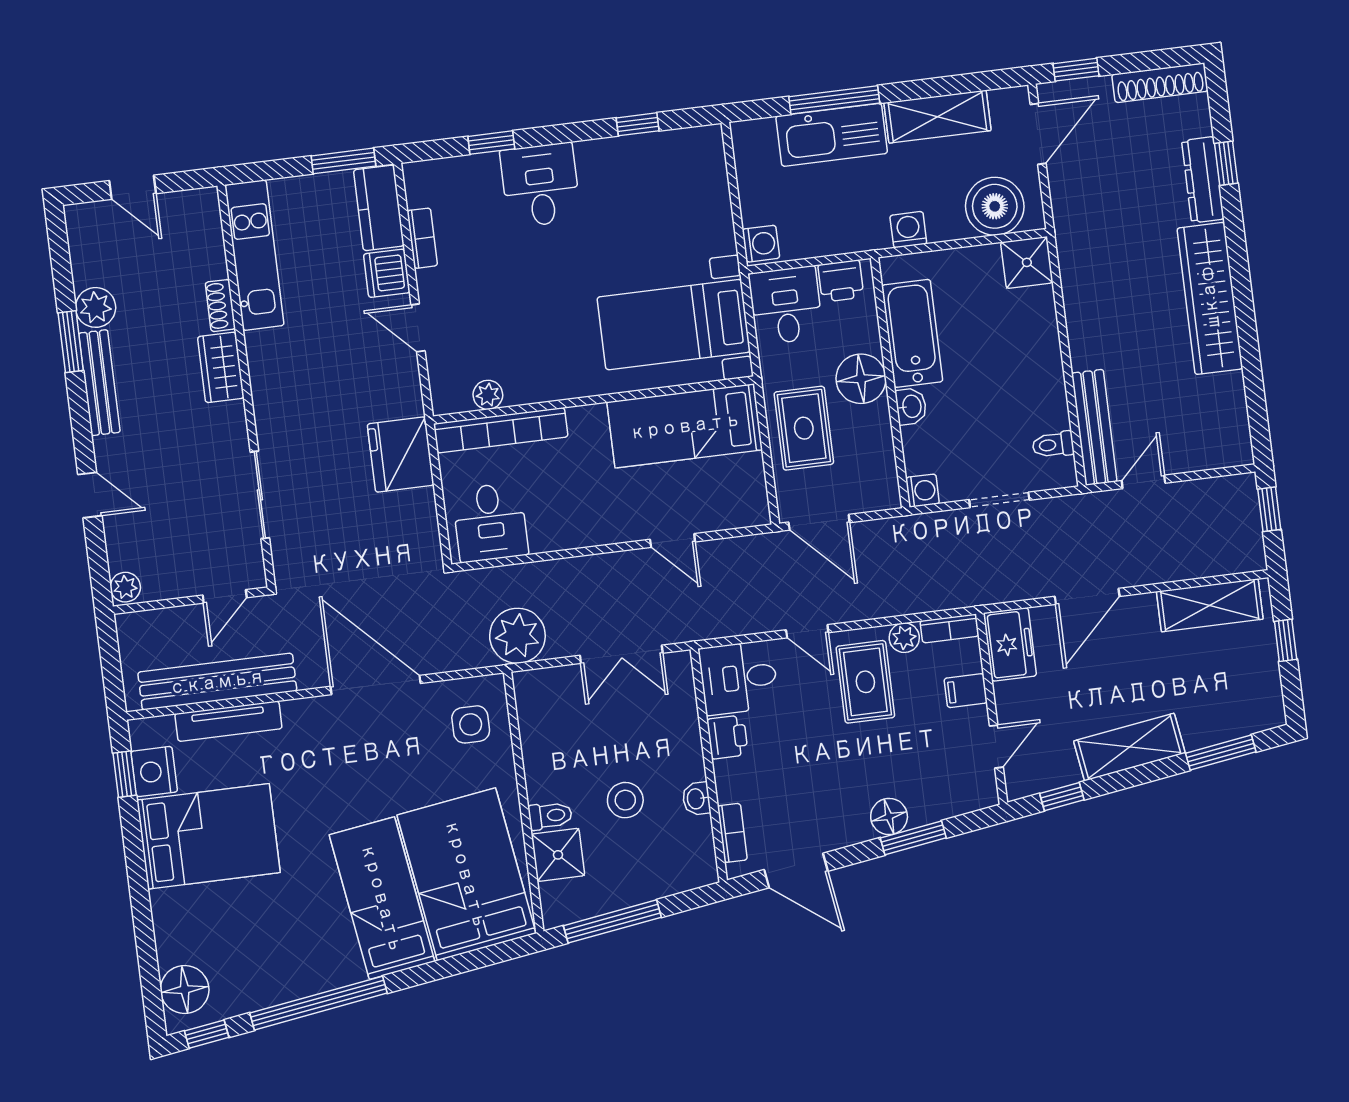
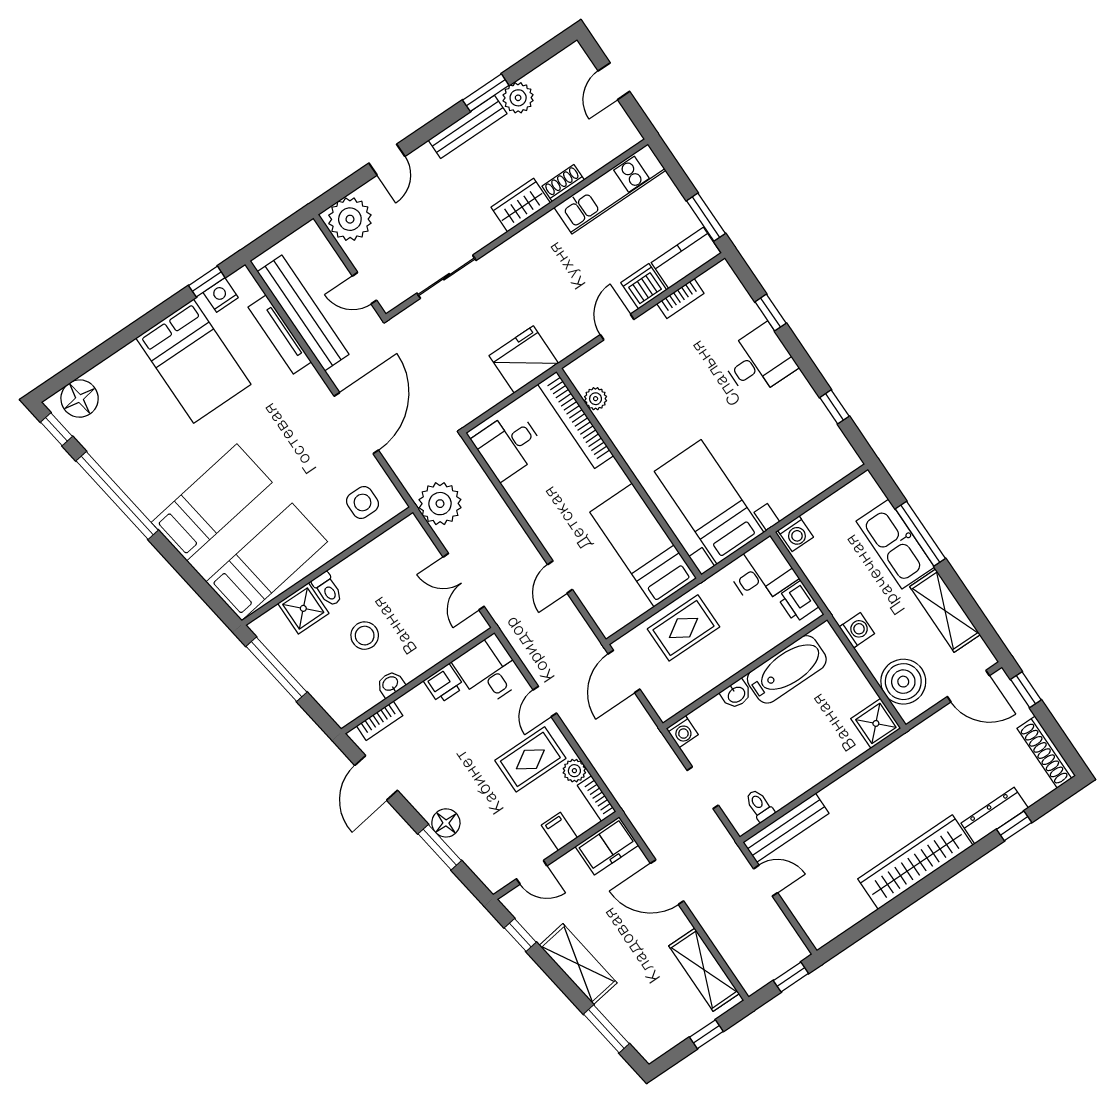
floor lamp: (861, 379) -> (738, 650), removed
plant: (125, 587) -> (350, 219), width x1.87, depth x1.87
nightstand: (154, 772) -> (221, 295), width x0.74, depth x0.75
bed: (466, 874) -> (267, 562), width x0.67

